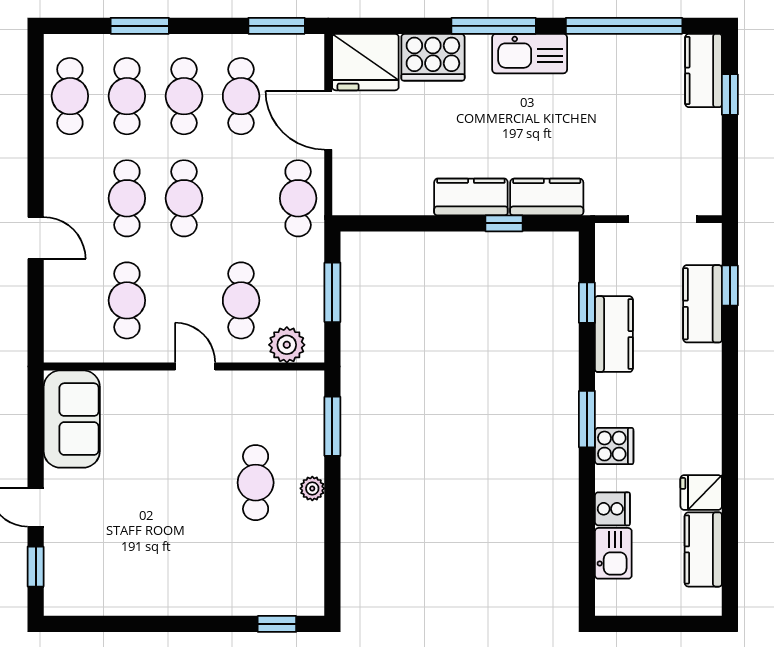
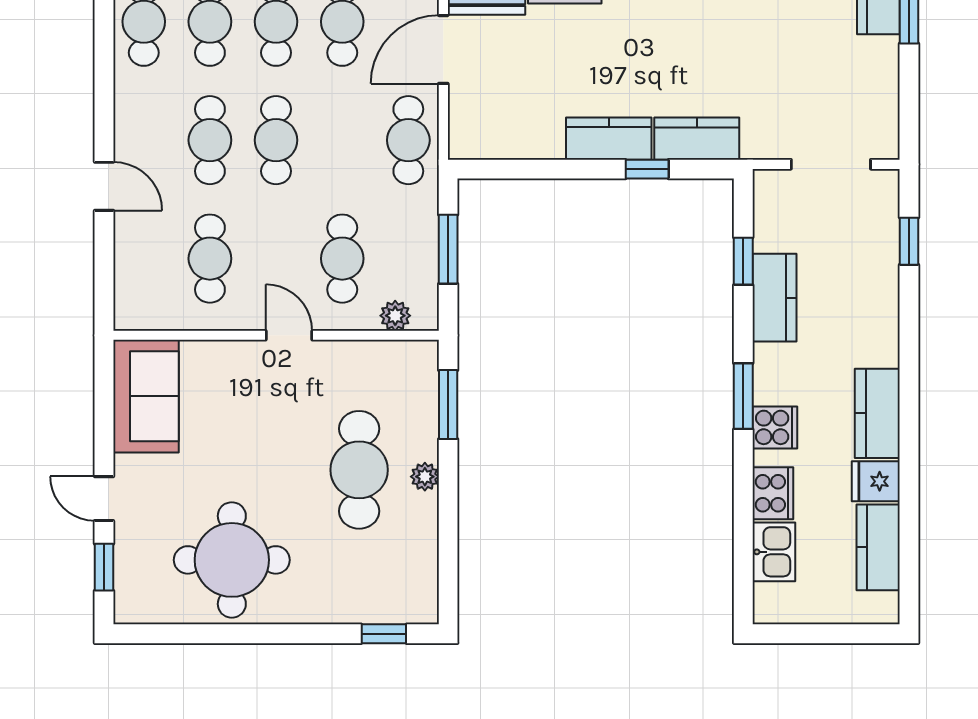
door: (328, 120) -> (443, 49), hinge flipped
kitchen counter: (703, 304) -> (877, 413), moved
plant: (287, 345) -> (395, 316), width x0.73, depth x0.73
cafe table: (256, 483) -> (359, 470), width x1.37, depth x1.35
cooker: (612, 509) -> (773, 493), width x1.36
round table: (146, 560) -> (232, 560), added

